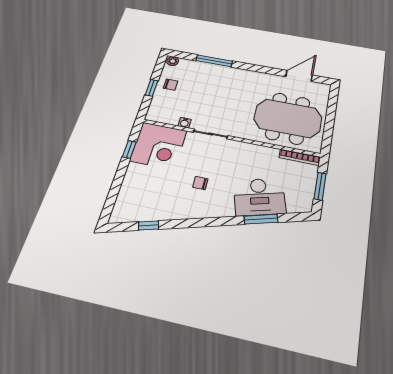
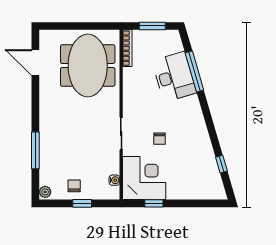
water cooler: (185, 123) -> (114, 180), moved
chair: (200, 183) -> (160, 139), moved
window: (261, 219) -> (194, 71), width x1.44

